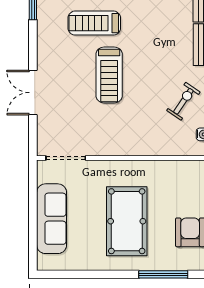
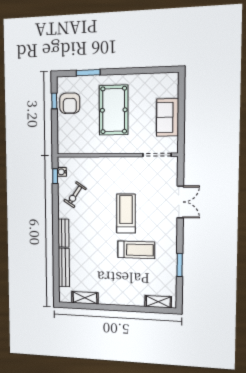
sofa: (52, 219) -> (168, 117), width x0.73
window: (163, 274) -> (88, 73), width x0.69

